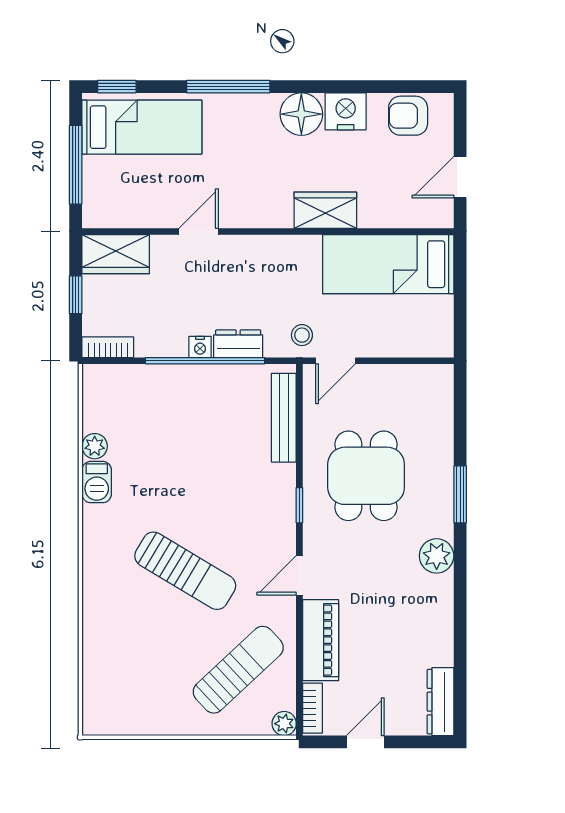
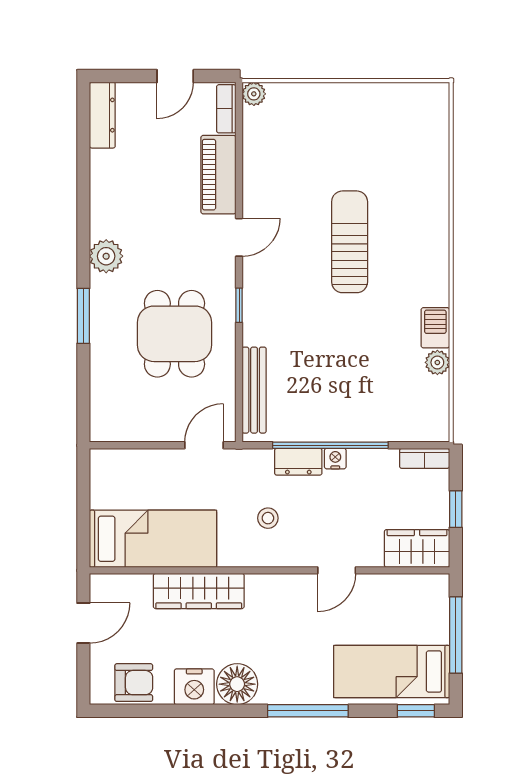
wardrobe: (325, 210) -> (199, 591), width x1.50
stool: (302, 335) -> (268, 518), moved
sun lounger: (185, 571) -> (350, 242), turned 59
sun lounger: (238, 670) -> (298, 146), removed

